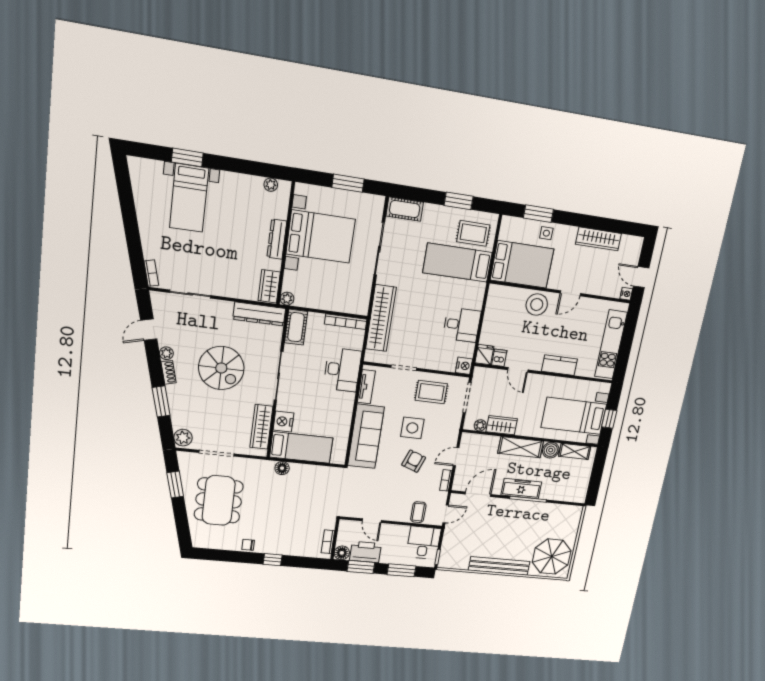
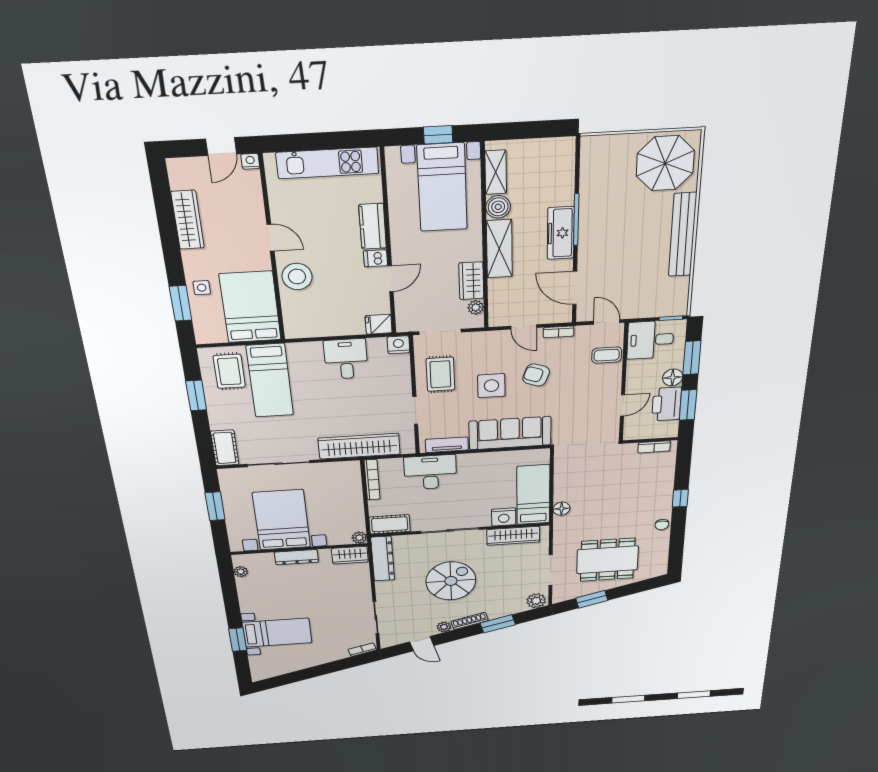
dishwasher: (499, 358) -> (376, 258), moved
shoe rack: (169, 372) -> (470, 621), width x1.43
floor lamp: (342, 553) -> (673, 377), moved

